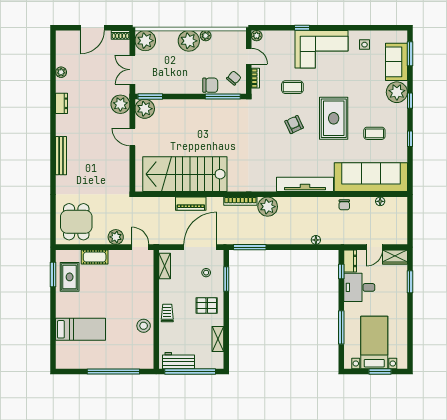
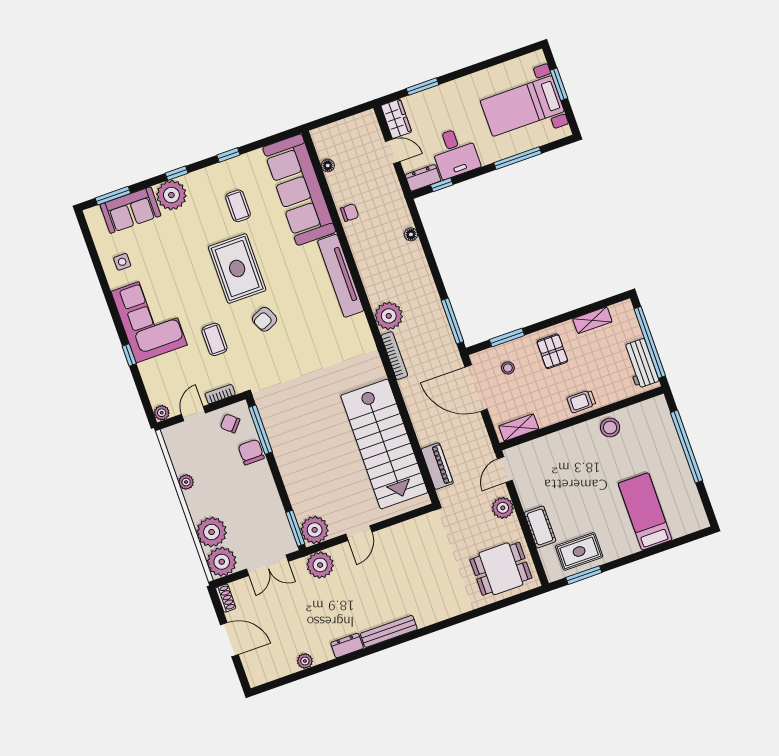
plant: (189, 41) -> (212, 532), moved
rug: (334, 118) -> (237, 268), turned 90
bench: (61, 156) -> (389, 631), moved
piano: (191, 204) -> (437, 466), moved

